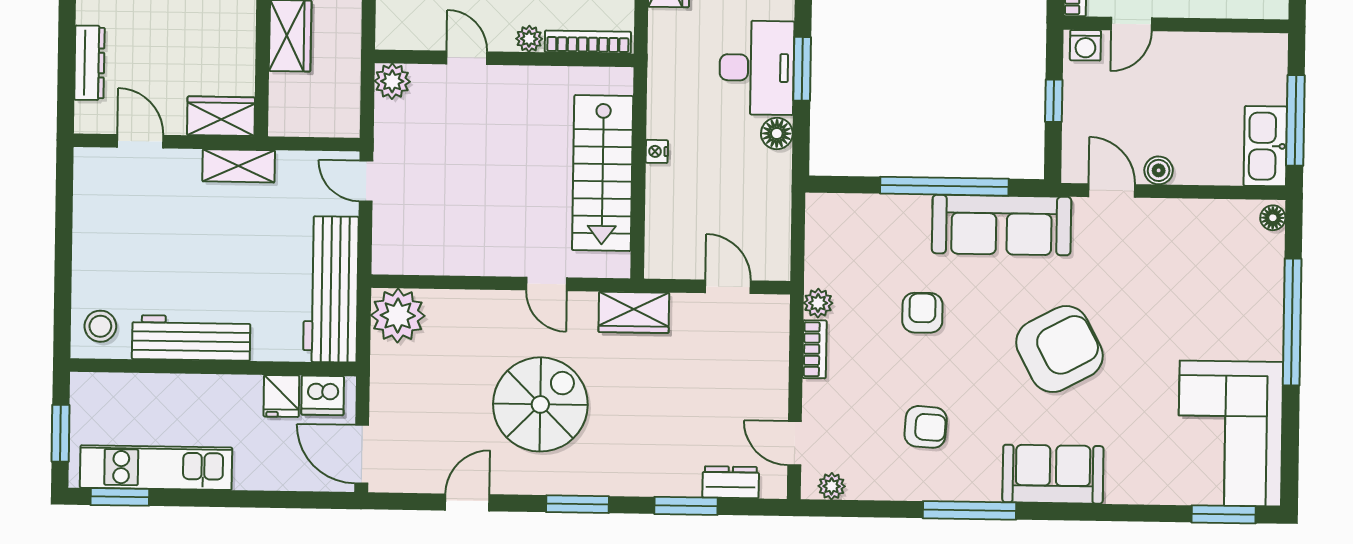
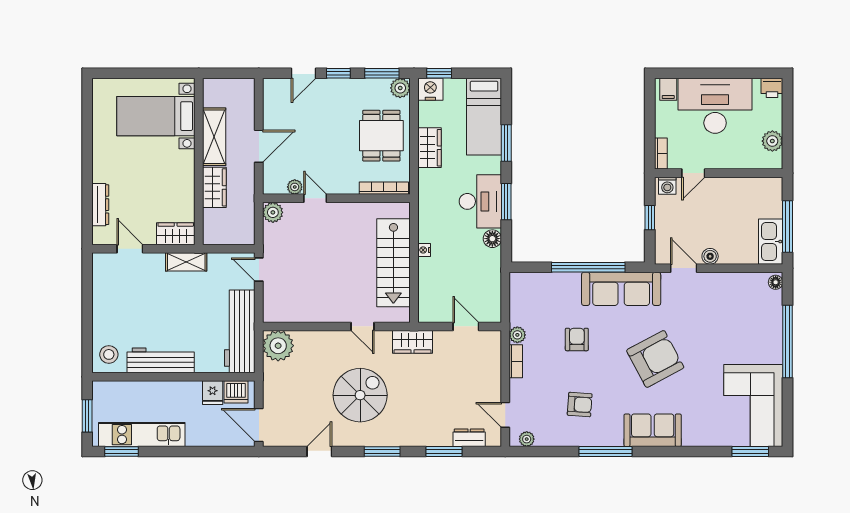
plant: (529, 39) -> (295, 187), moved

